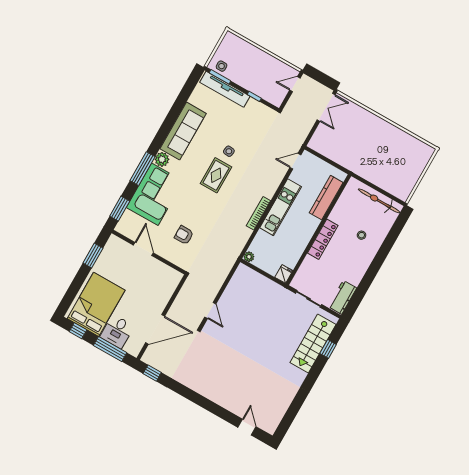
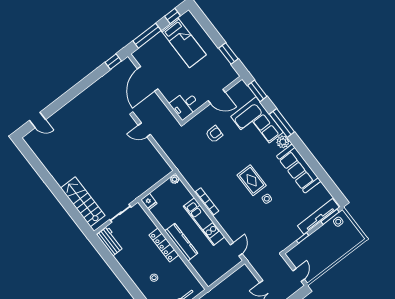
kitchen counter: (326, 198) -> (181, 242), moved
bed: (96, 304) -> (184, 43), width x0.67
desk: (117, 331) -> (185, 105), moved, turned -90
window: (328, 349) -> (73, 212), removed

